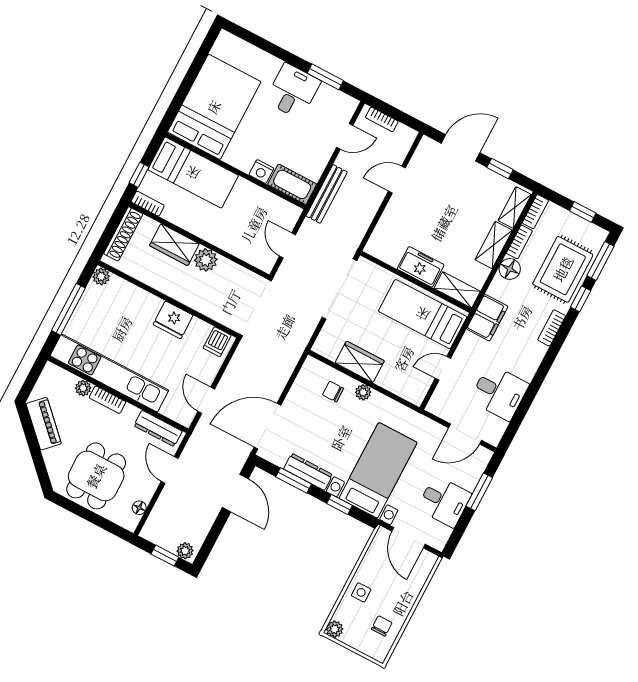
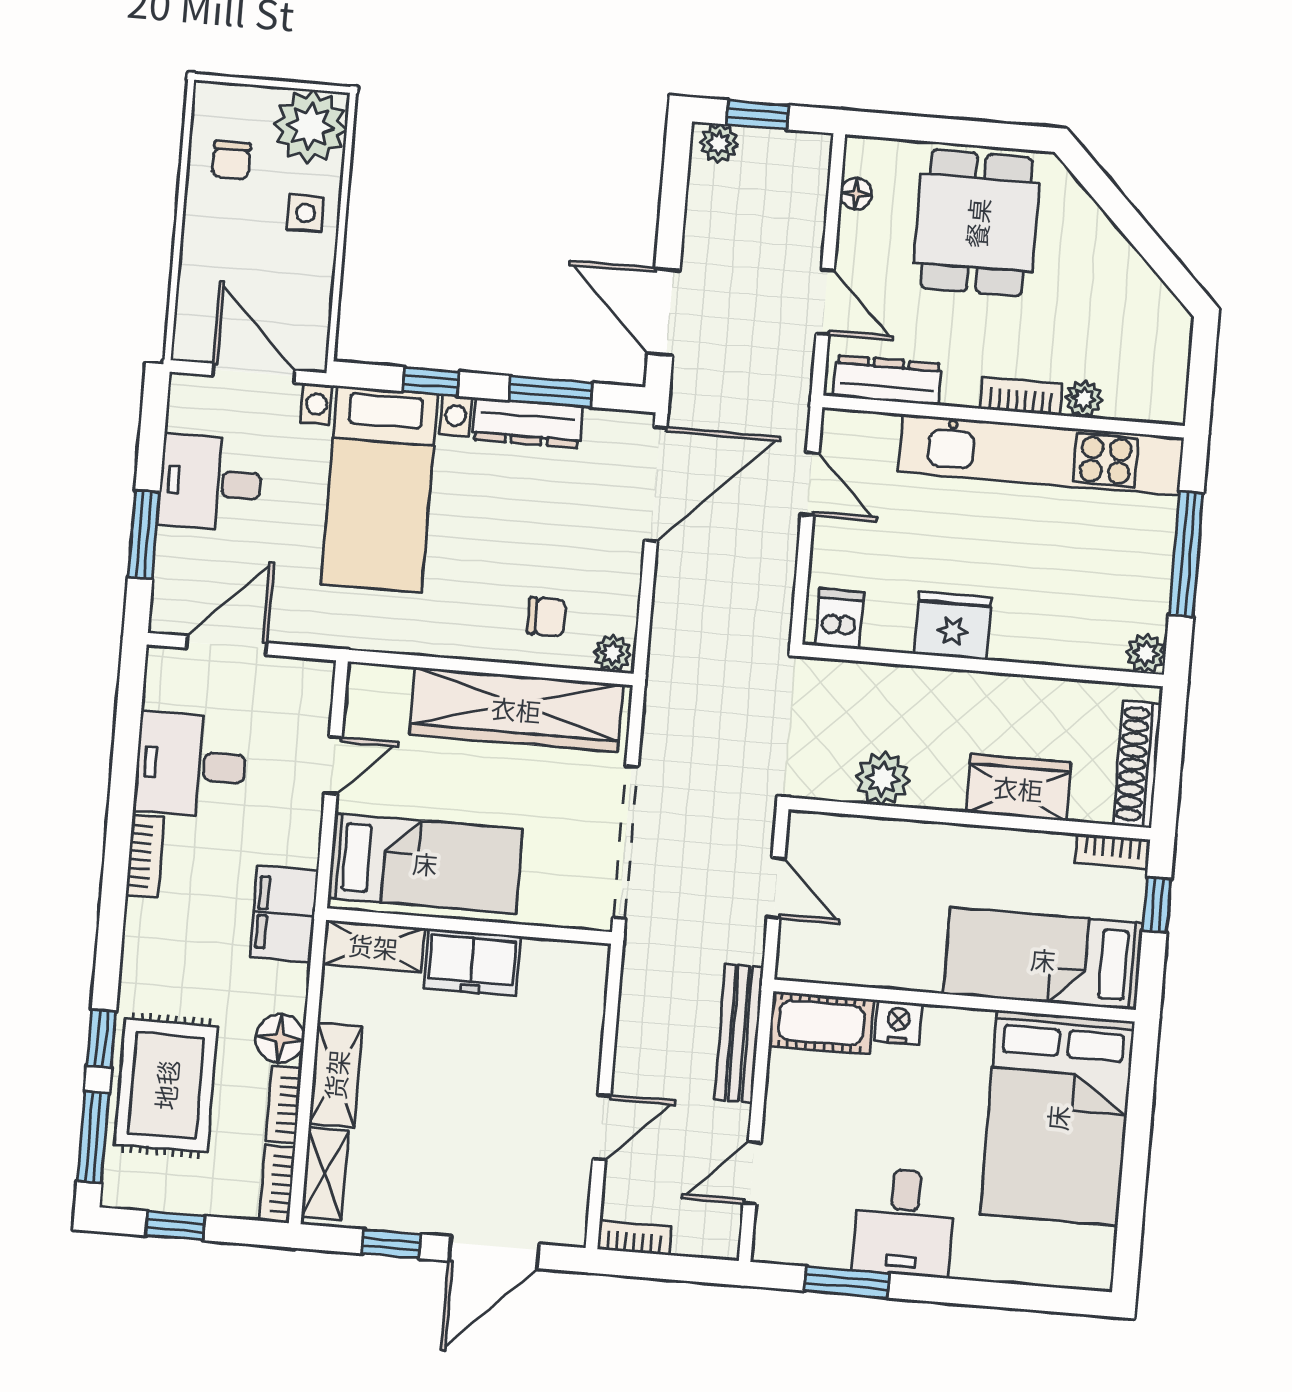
bookcase: (382, 119) -> (634, 1238), moved
plant: (206, 260) -> (883, 779), moved
bookcase: (552, 328) -> (145, 856), moved
wardrobe: (360, 362) -> (516, 709), width x2.10, depth x1.17
plant: (363, 392) -> (612, 653), moved
piano: (44, 424) -> (1136, 287), removed
plant: (335, 629) -> (310, 126), width x1.87, depth x1.87

